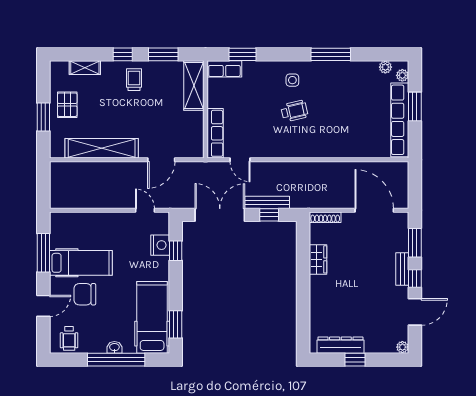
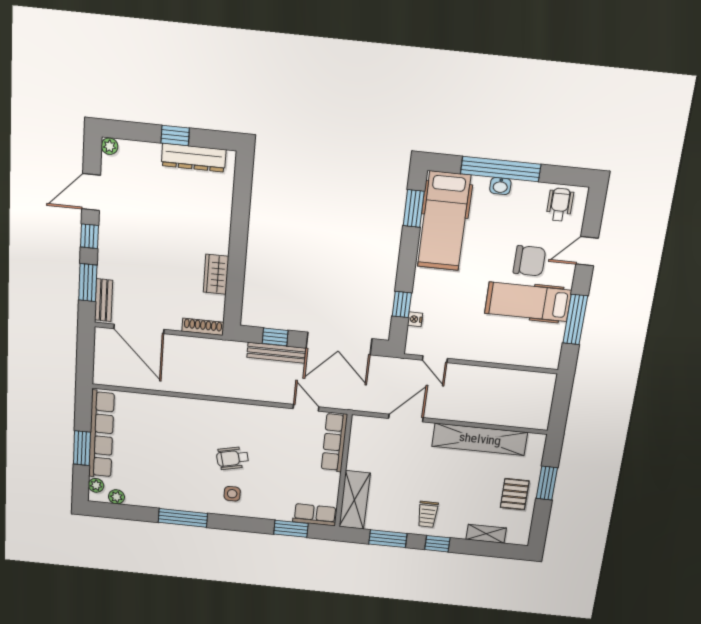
nightstand: (160, 245) -> (415, 319), width x0.53, depth x0.56
bench: (402, 269) -> (104, 300), moved

